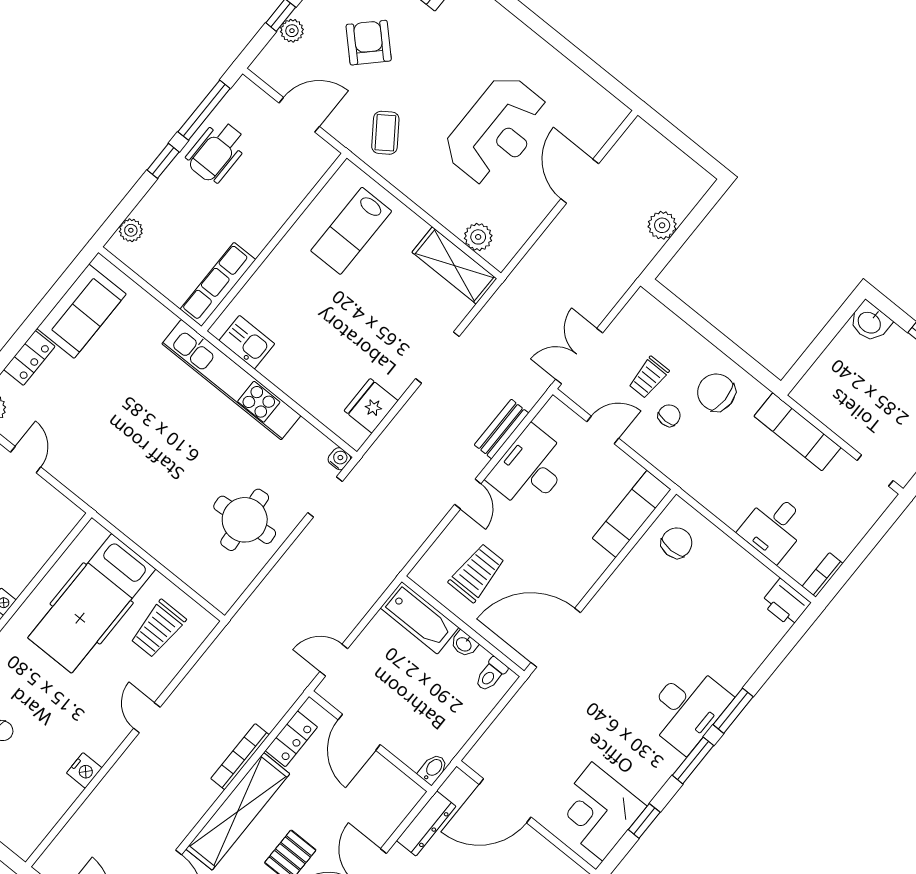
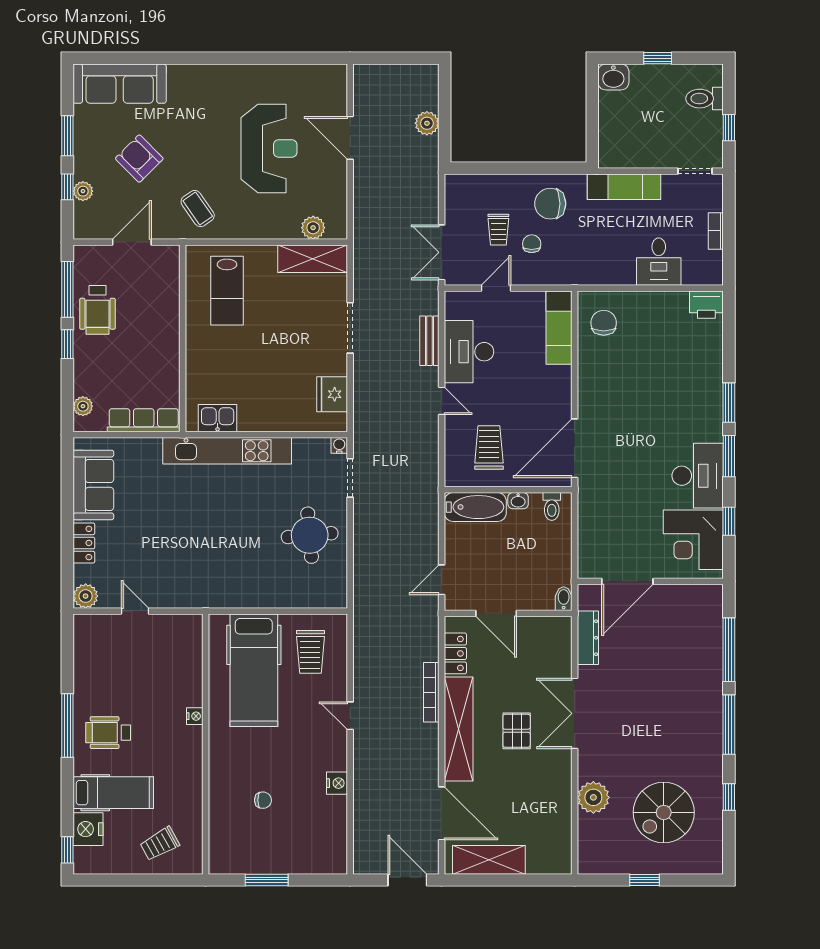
row of seats: (218, 284) -> (144, 420), moved, turned 90
bookcase: (823, 575) -> (716, 231), moved
desk: (687, 708) -> (698, 476), moved

